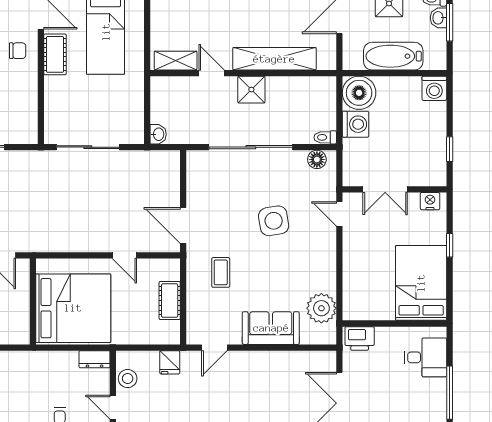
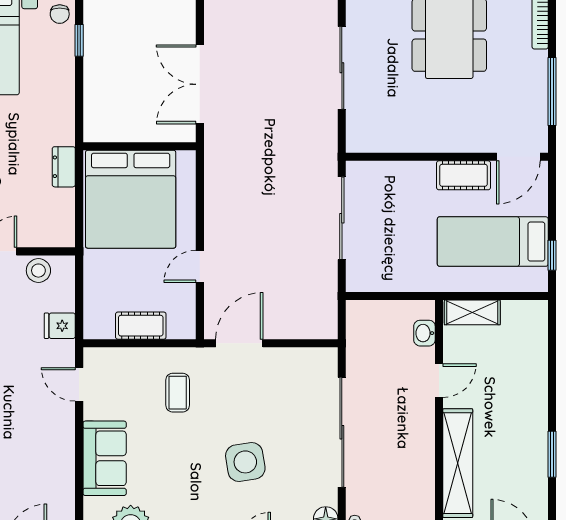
chair: (18, 51) -> (468, 126), removed
shelving: (176, 61) -> (472, 312), moved, turned 90
shower: (251, 90) -> (417, 433), removed
washbasin: (158, 134) -> (424, 333), moved, turned 90
coffee table: (221, 272) -> (178, 393), turned 90
dresser: (95, 359) -> (64, 167), moved

